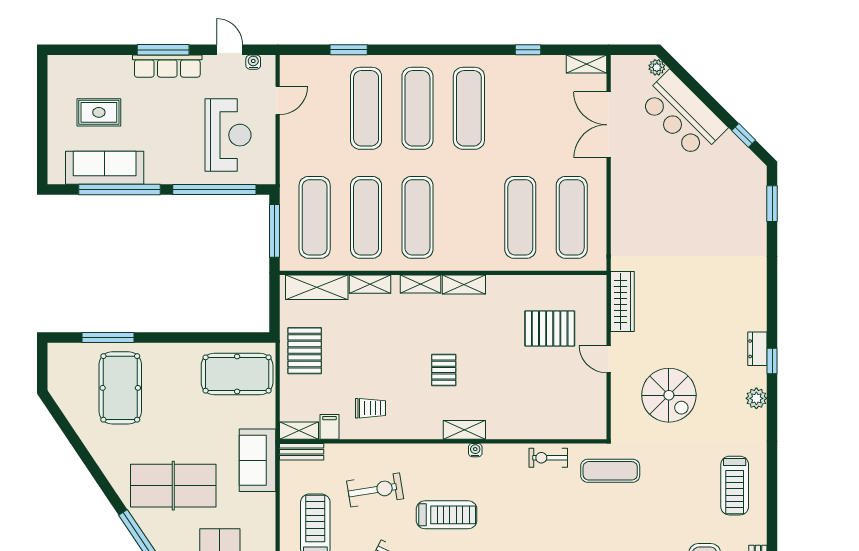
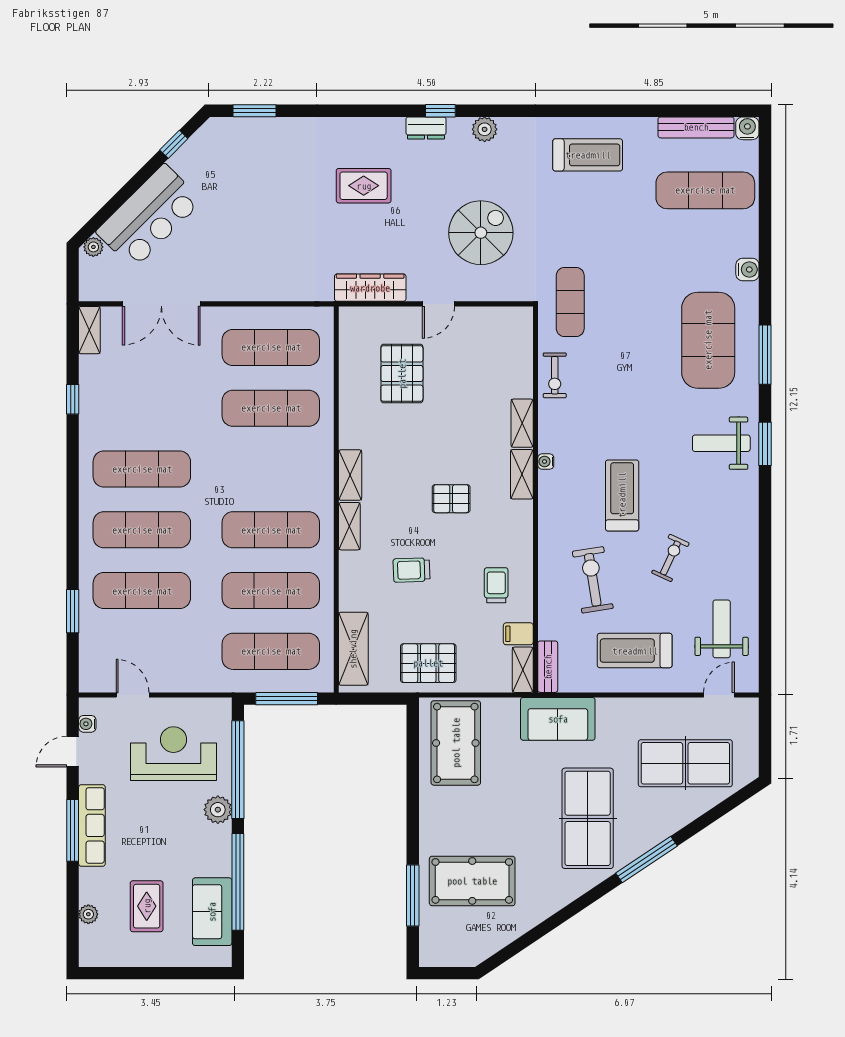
plant: (92, 63) -> (88, 914), added
sofa: (105, 168) -> (212, 912), width x0.73
plant: (181, 173) -> (218, 810), added
shelving: (370, 284) -> (522, 423), moved
rug: (709, 296) -> (364, 186), added
trolley: (383, 336) -> (411, 570), added

